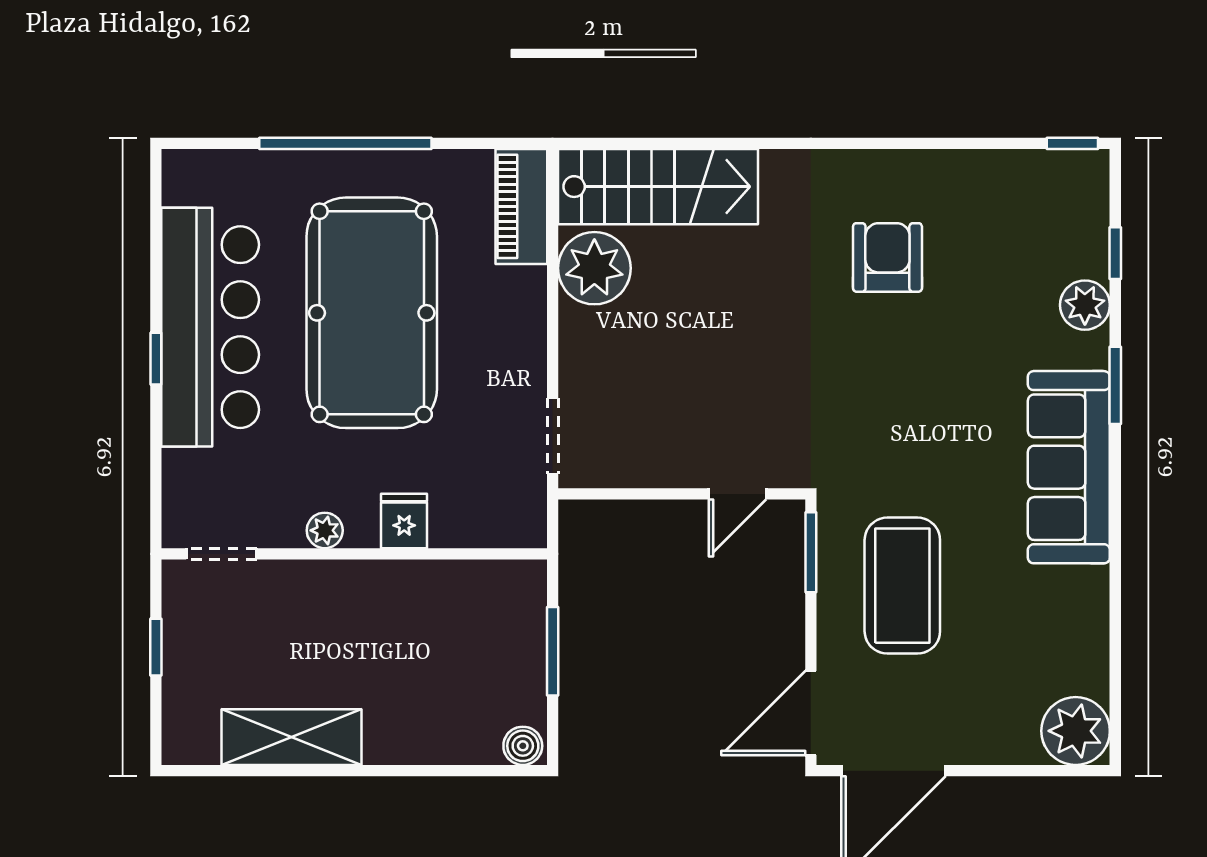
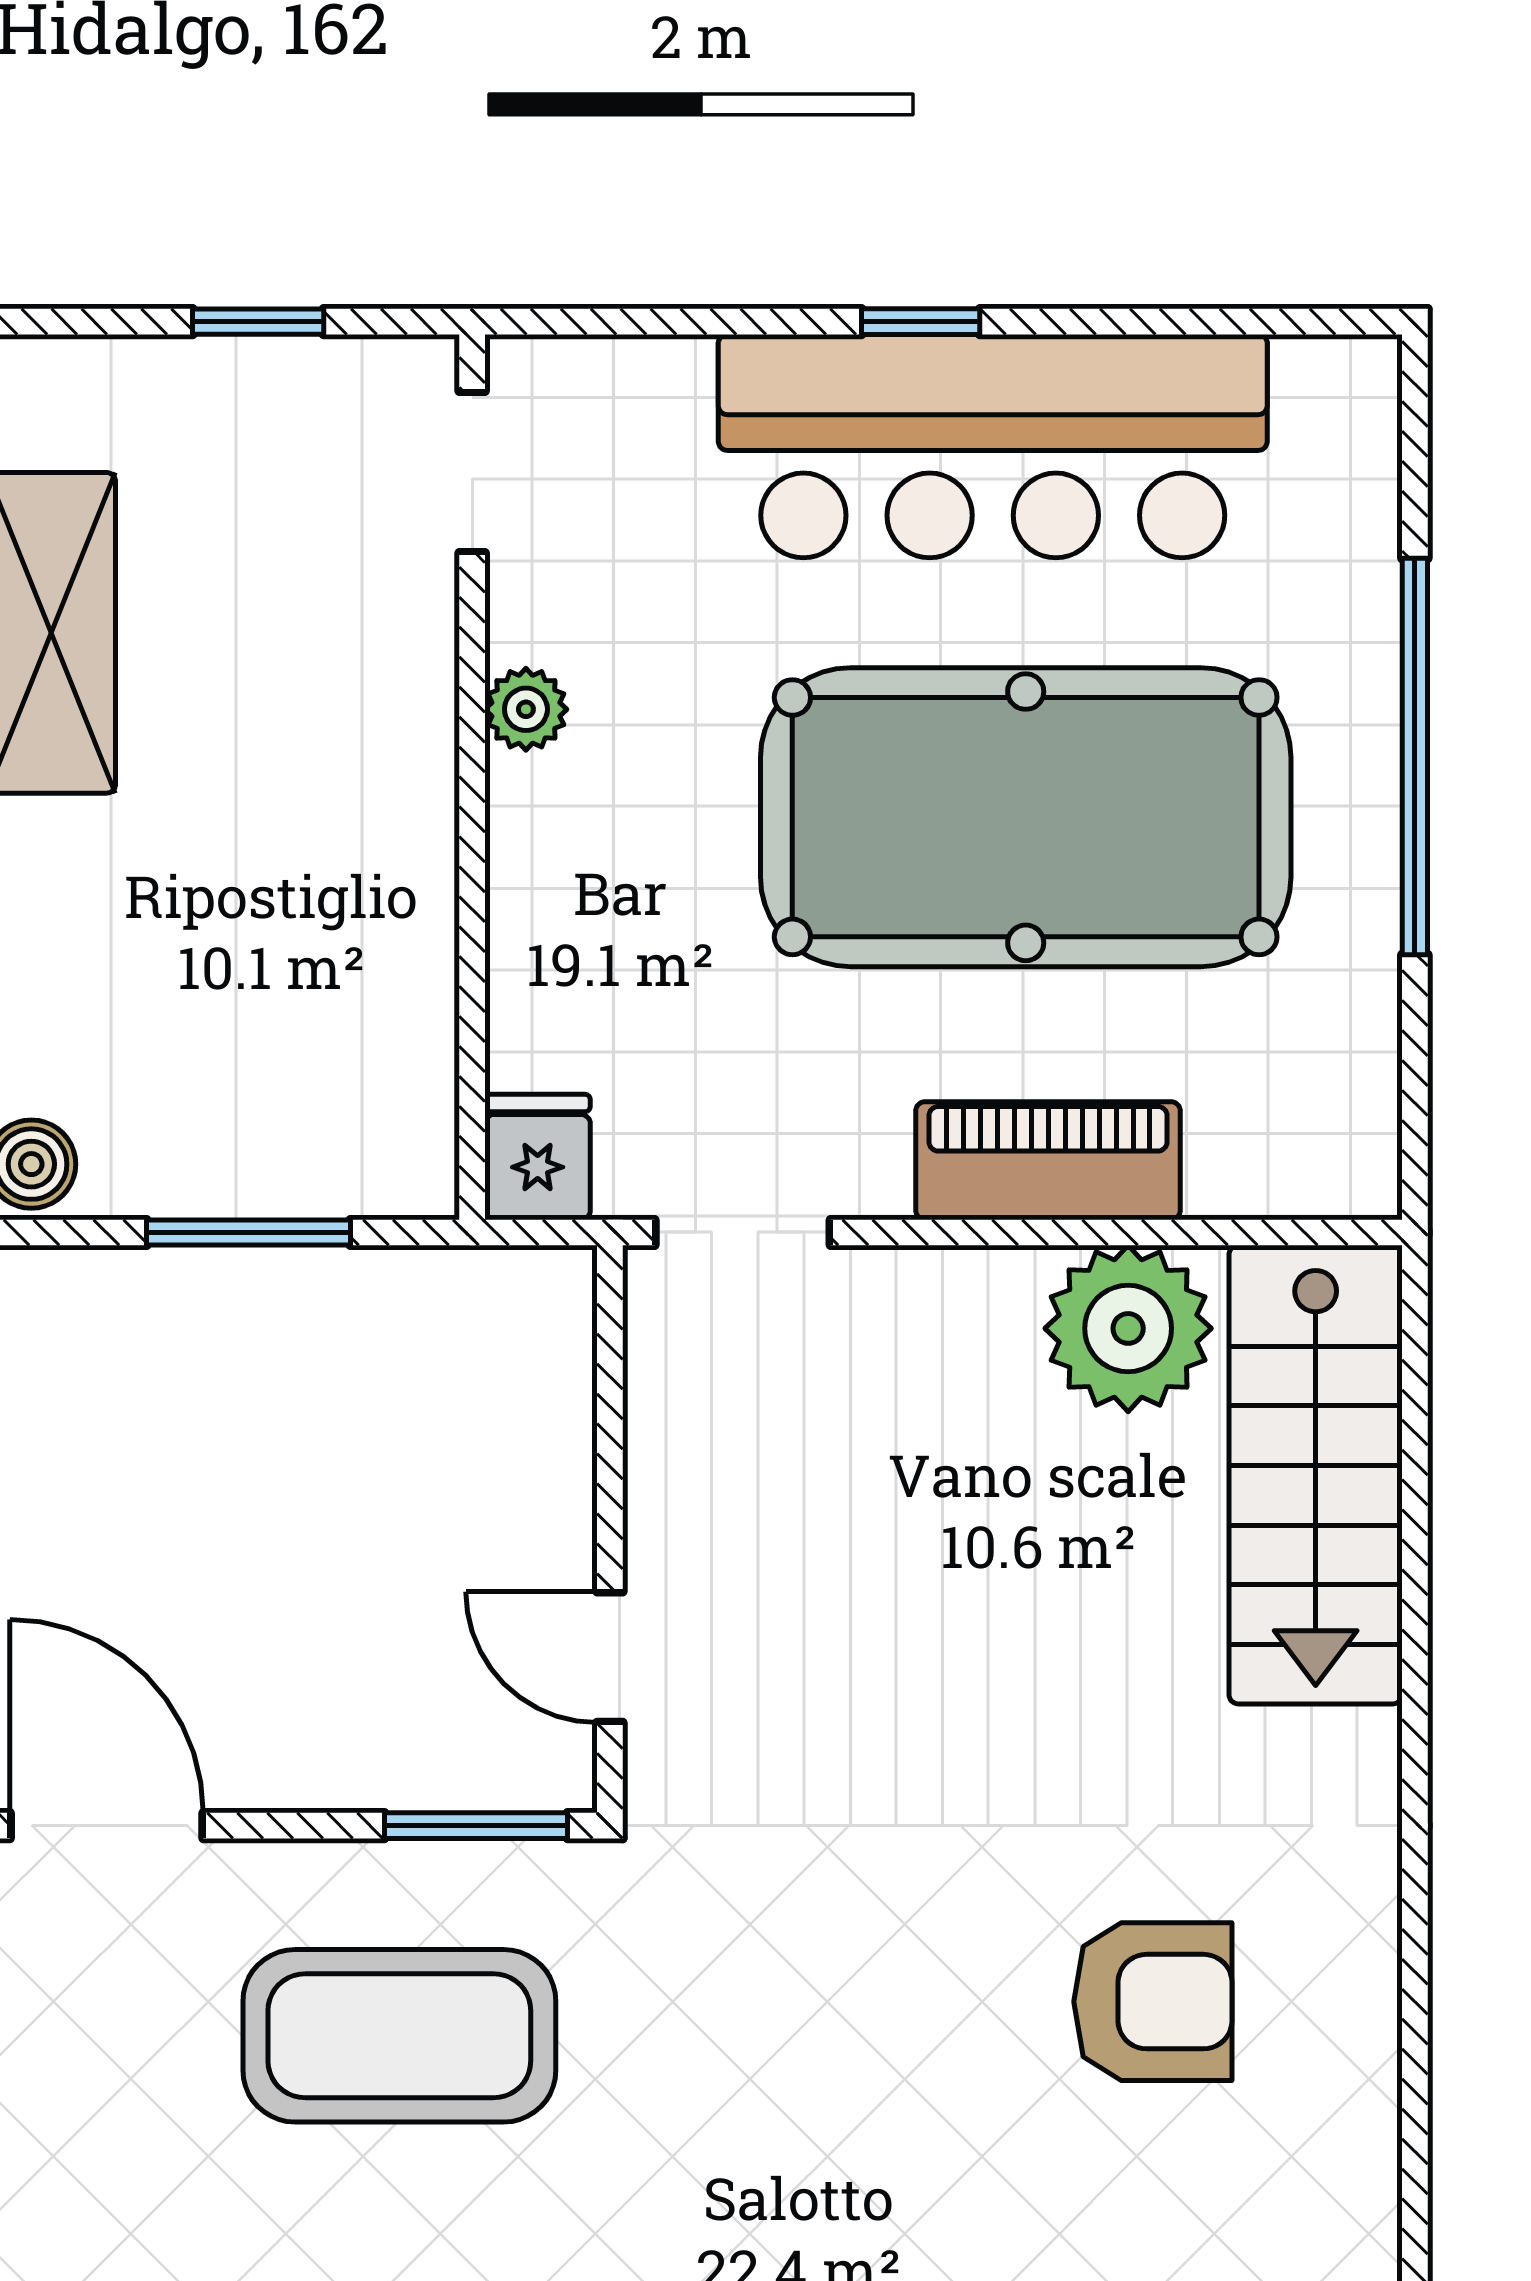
piano: (521, 206) -> (1048, 1161), moved
fridge: (404, 521) -> (538, 1157), moved, turned -90

